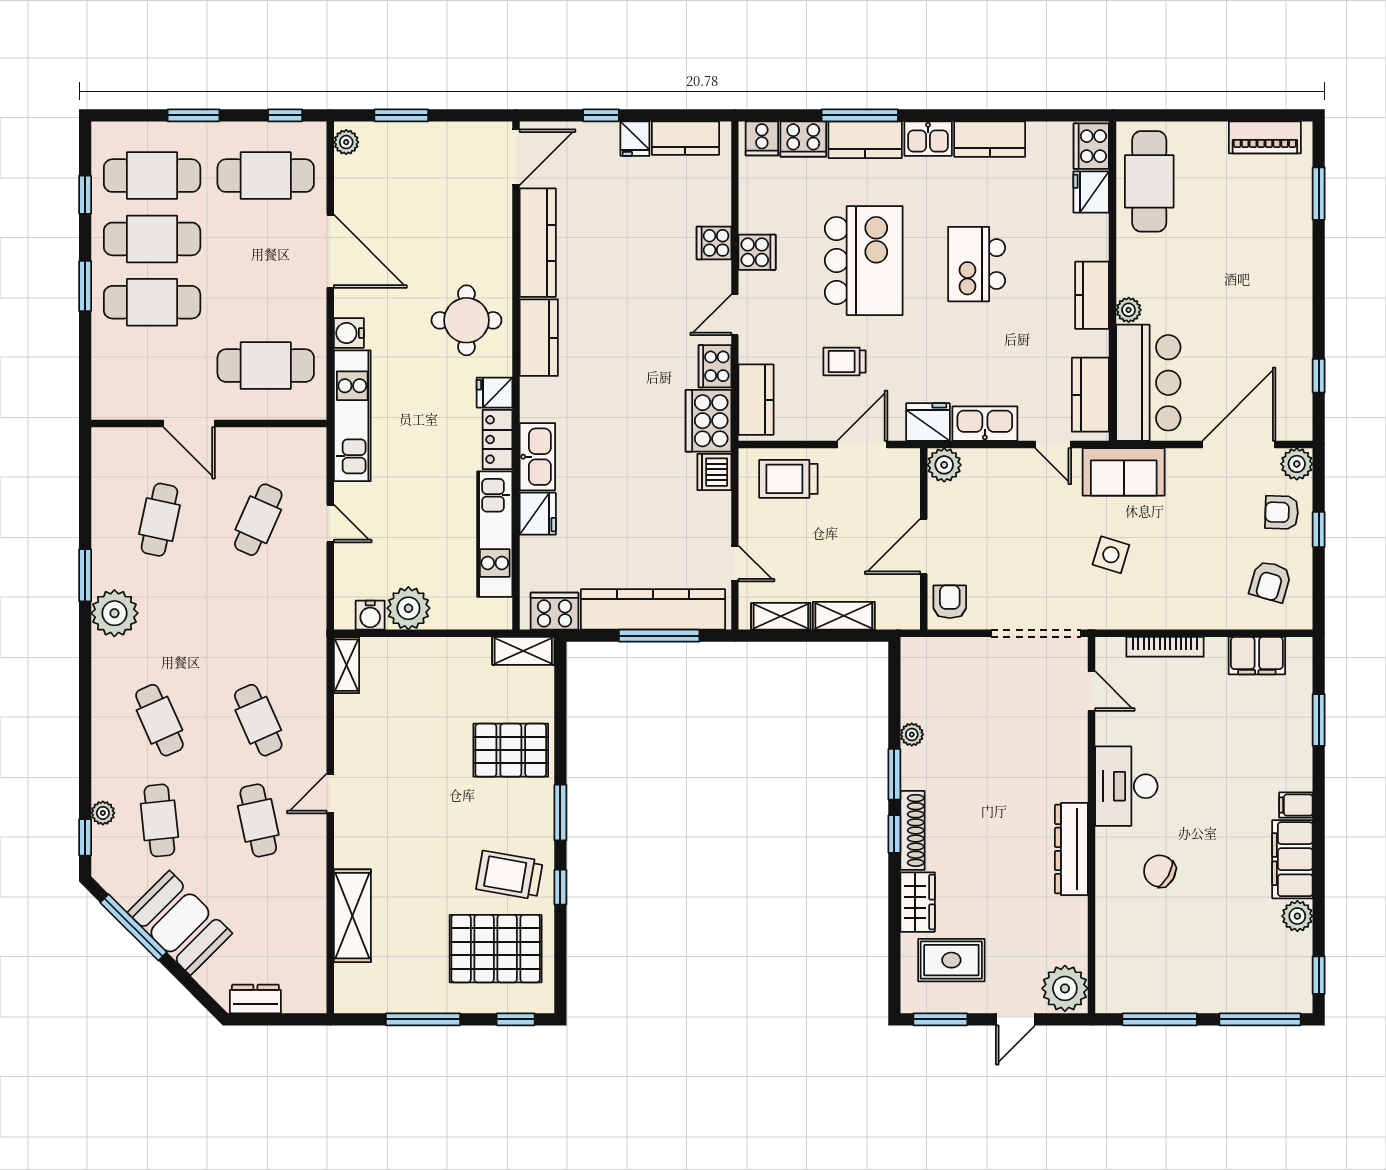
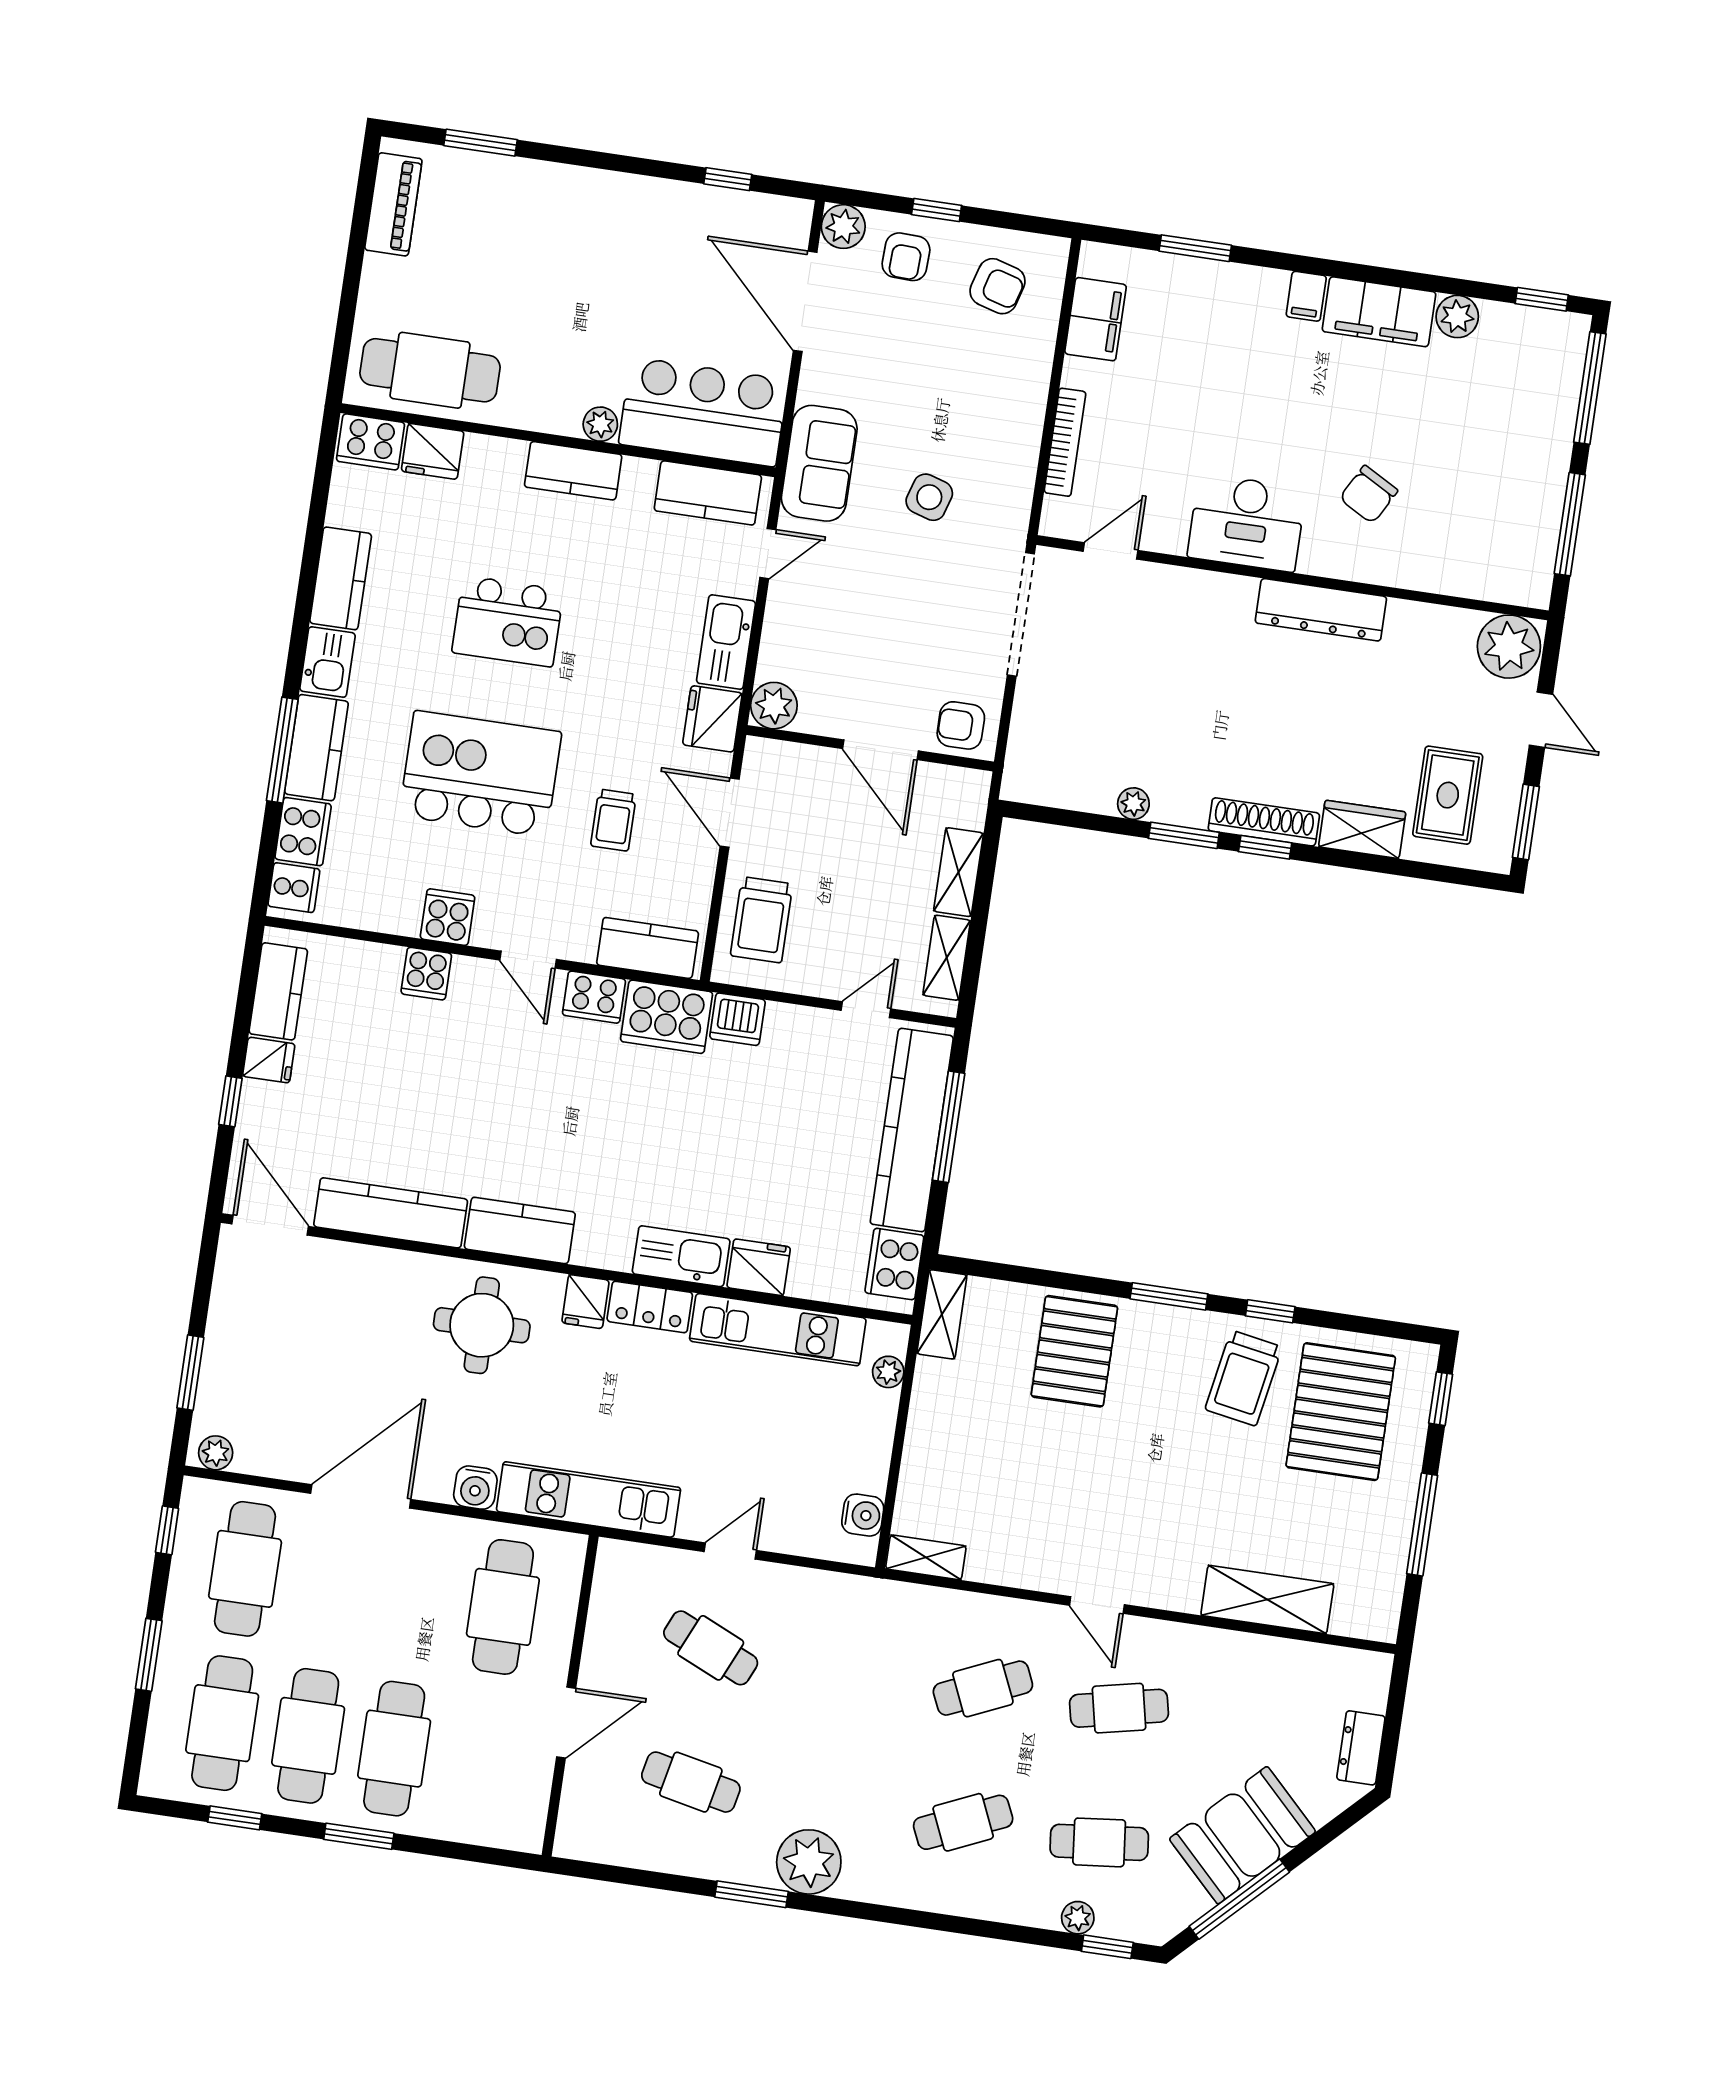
plant: (408, 608) -> (888, 1372), moved, width x0.53, depth x0.53

